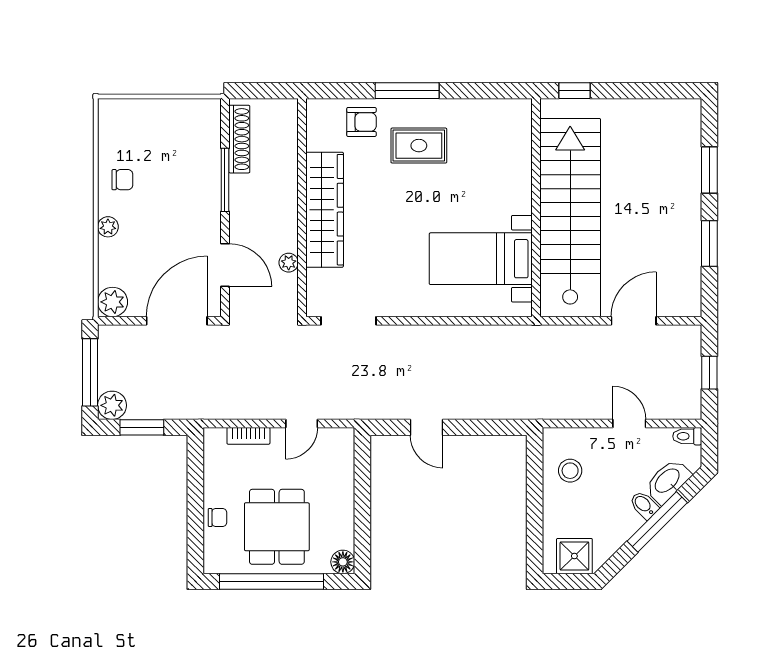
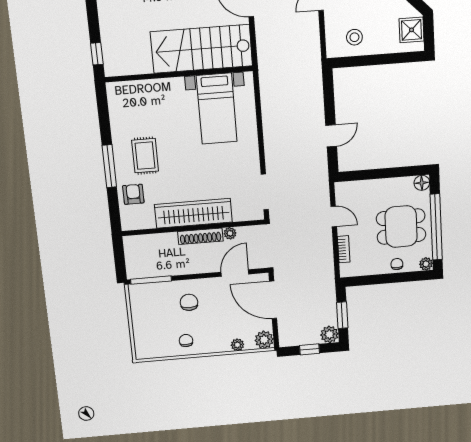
shoe rack: (239, 139) -> (200, 236), moved, turned 180
window: (225, 180) -> (151, 280), moved
chair: (184, 190) -> (189, 302), added
stairs: (570, 218) -> (202, 49), width x0.73
plant: (108, 227) -> (237, 345), moved
window: (90, 372) -> (310, 349), width x0.46
plant: (214, 563) -> (426, 264), added

